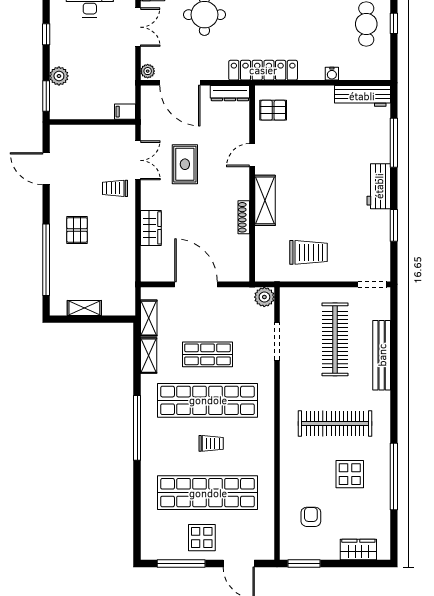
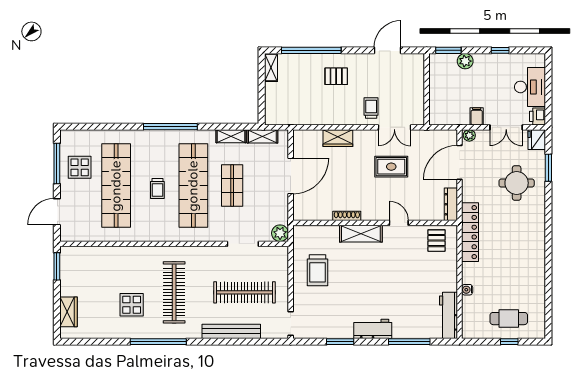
filing cabinet: (125, 112) -> (477, 116), moved
shelving: (84, 308) -> (271, 68), moved
window: (394, 477) -> (158, 342), moved
armchair: (311, 517) -> (96, 272), removed
display table: (202, 538) -> (80, 167), moved

